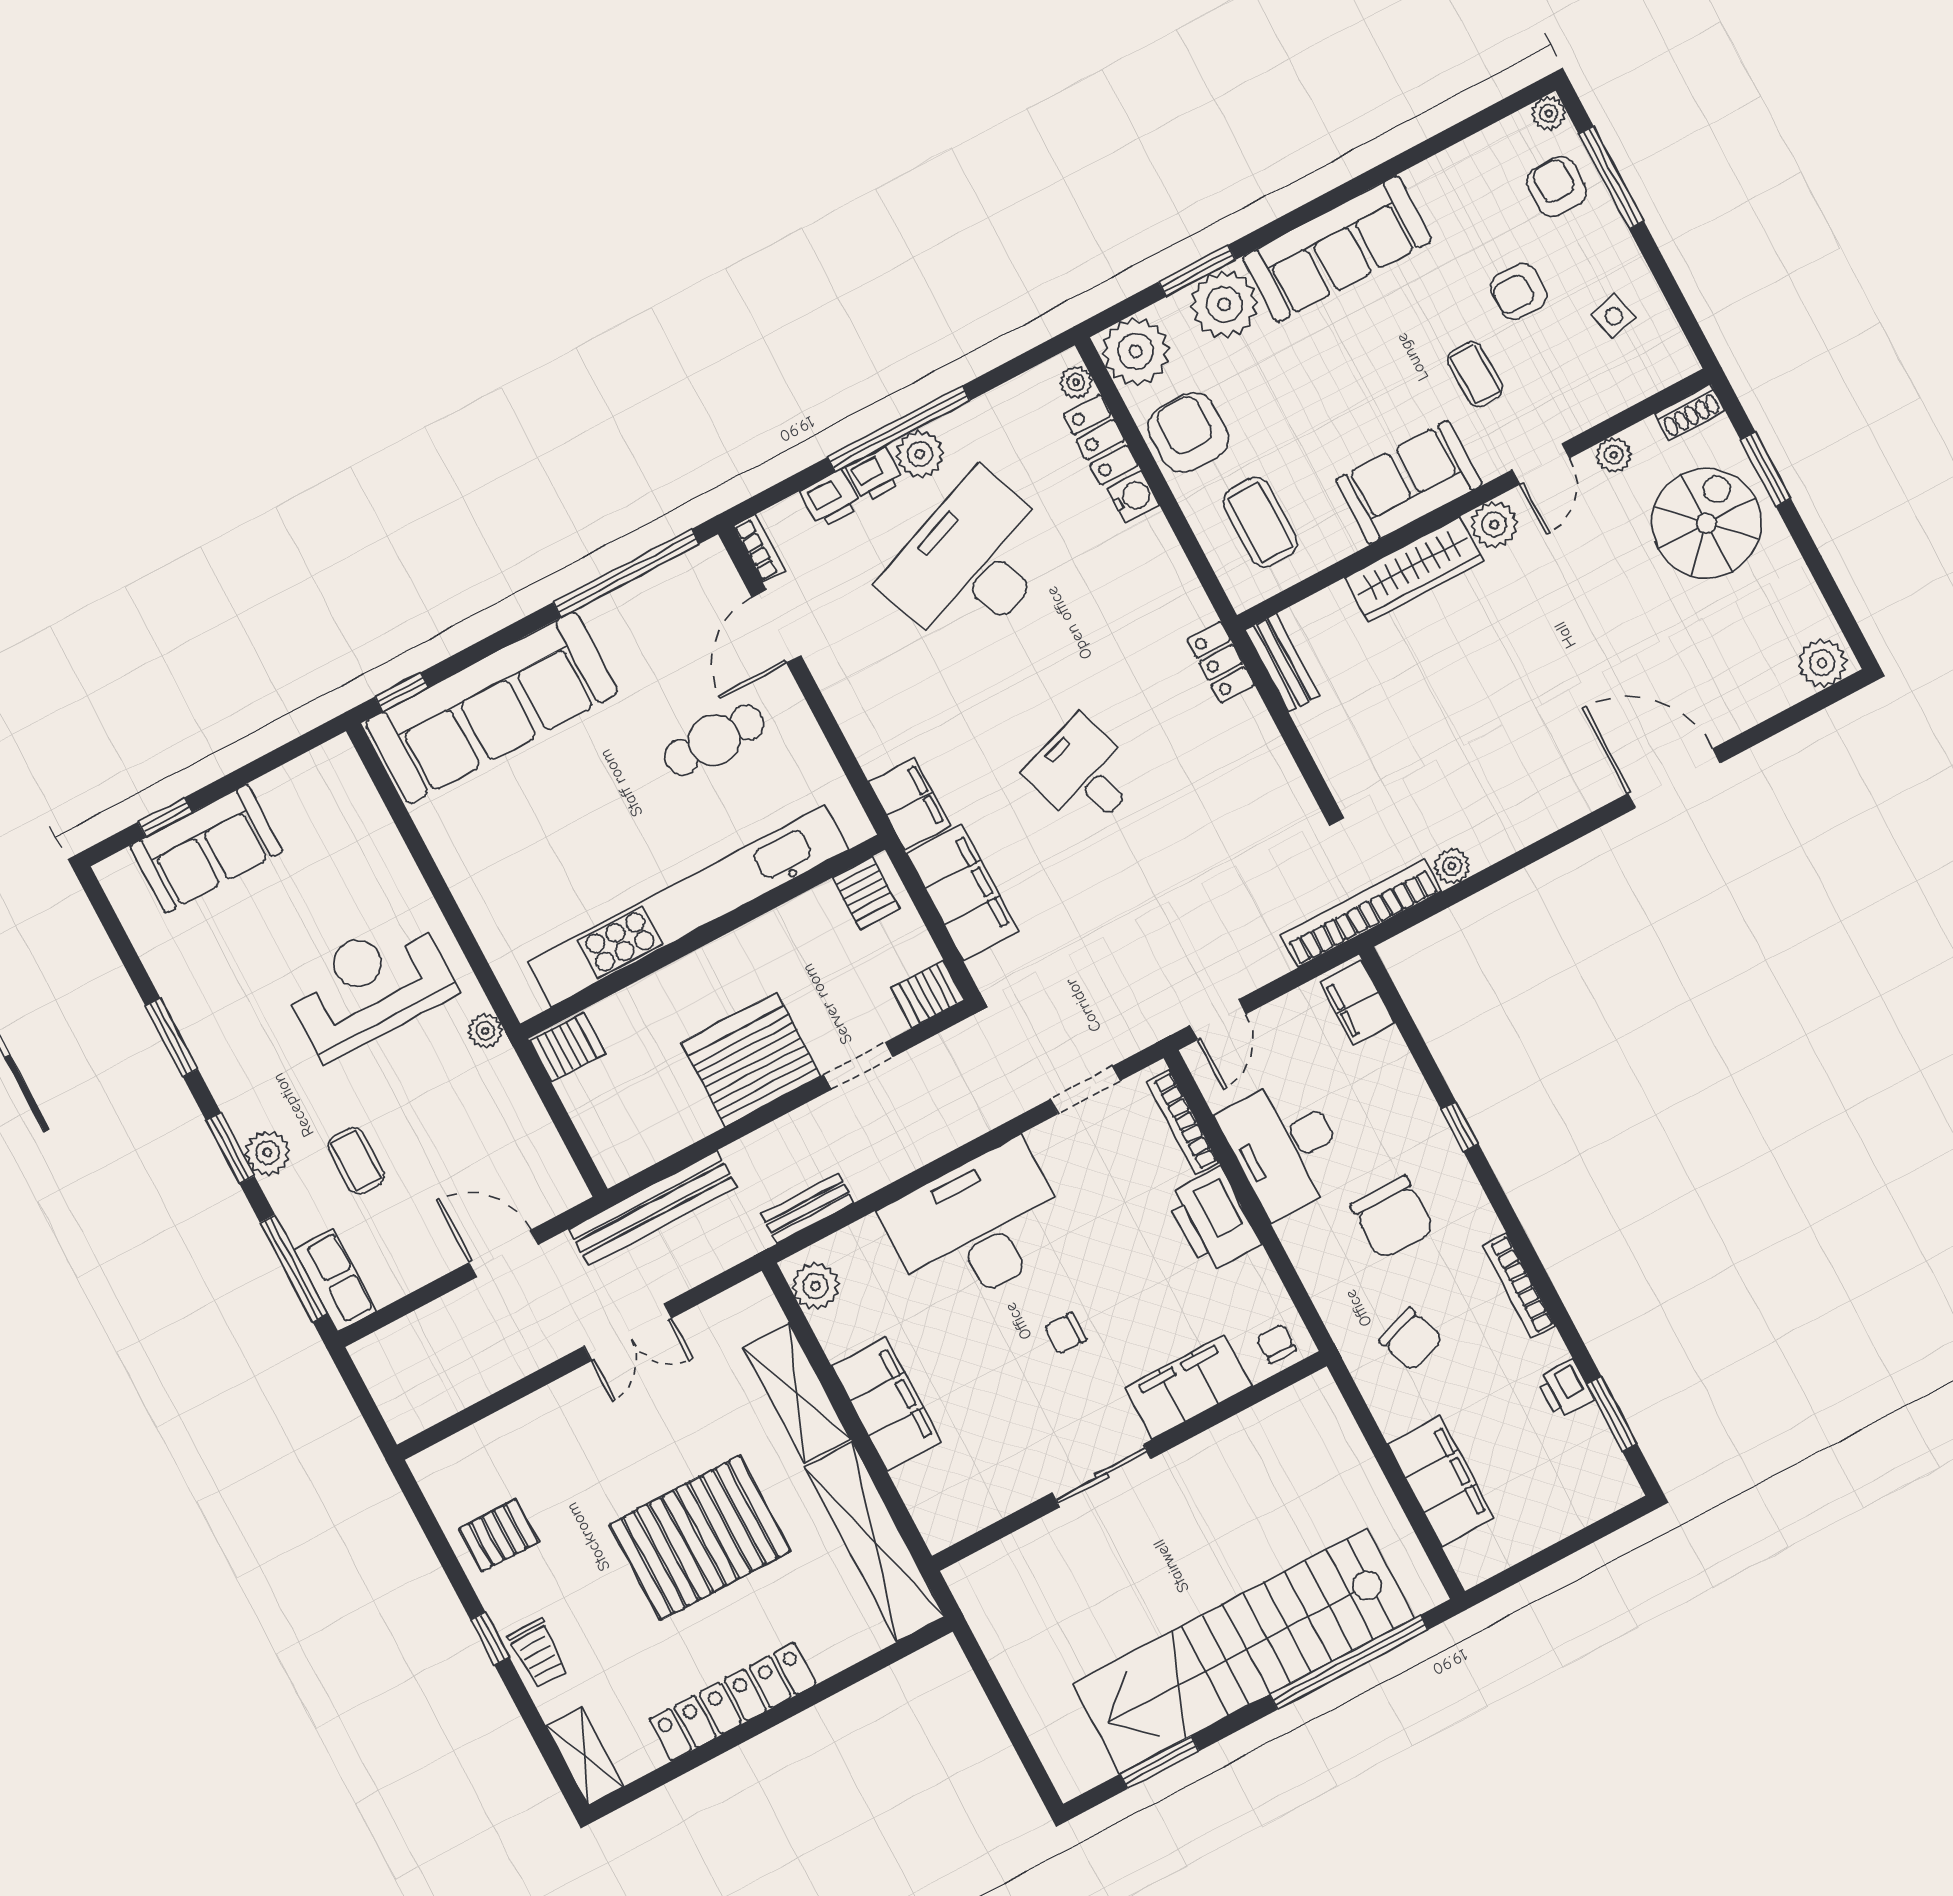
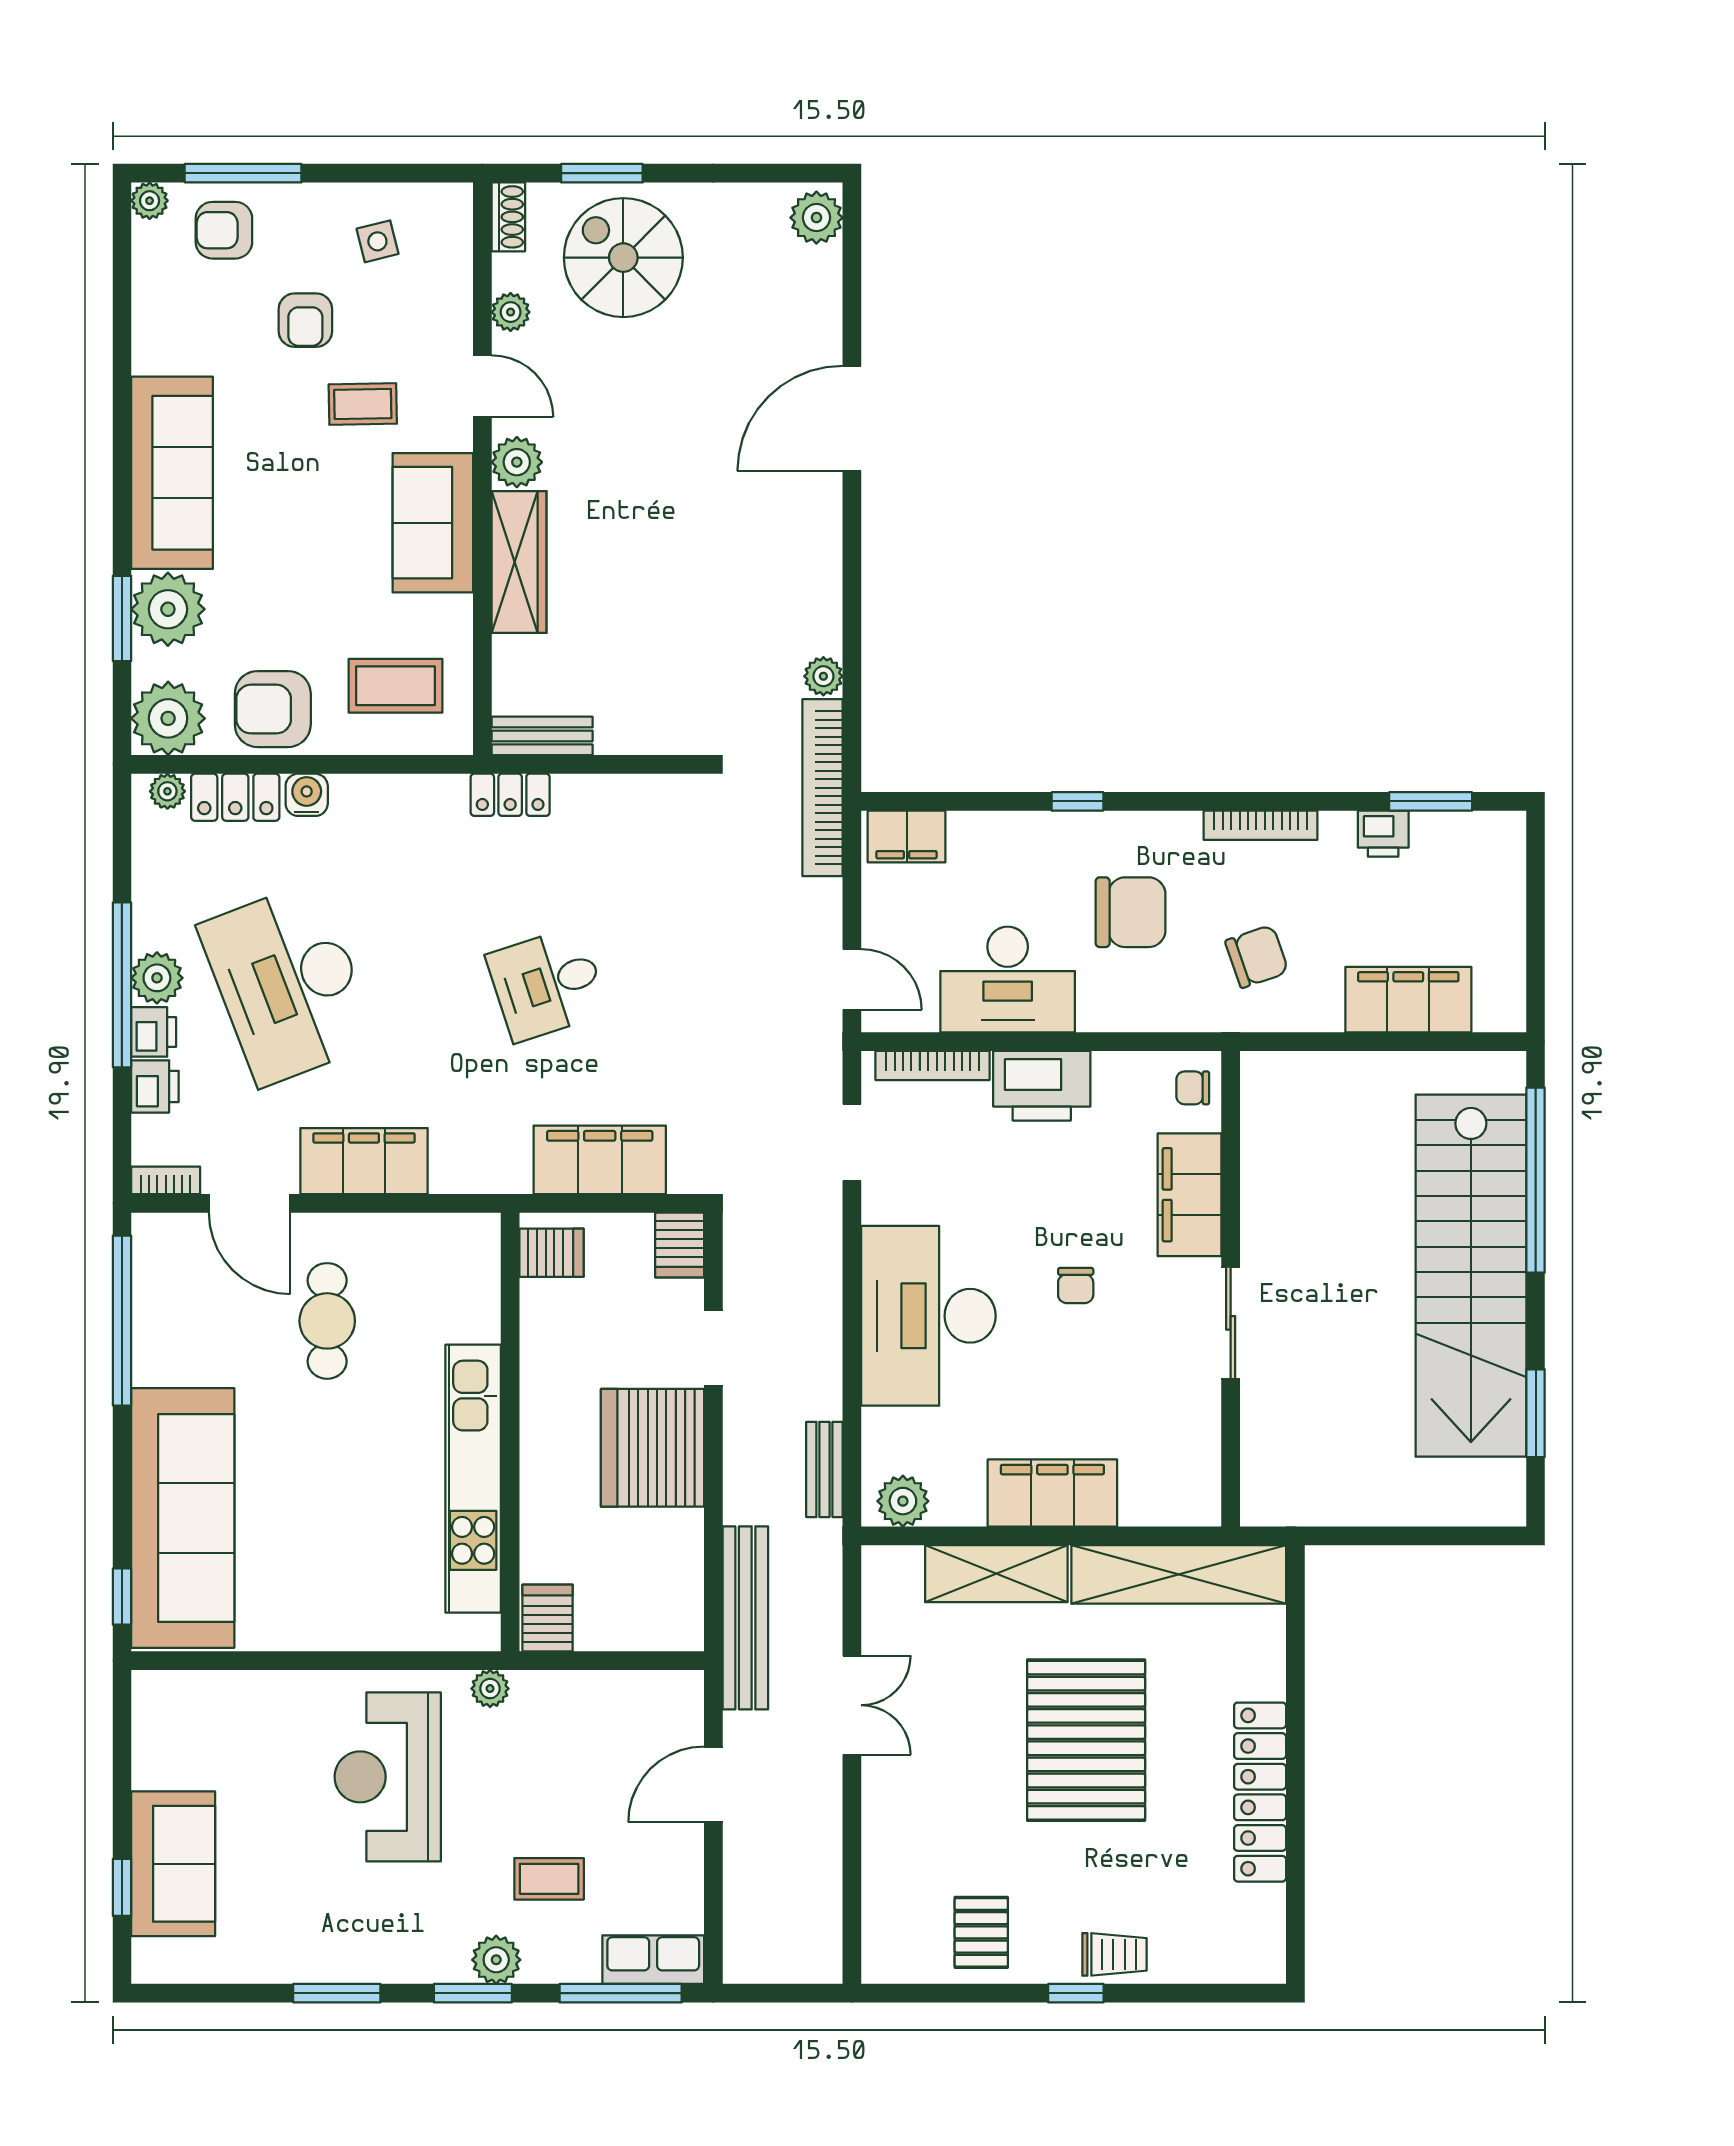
filing cabinet: (909, 804) -> (364, 1161), moved, width x1.50, depth x1.17
kitchen unit: (688, 906) -> (473, 1479), width x0.73
shelving: (585, 1756) -> (1237, 1962), removed

